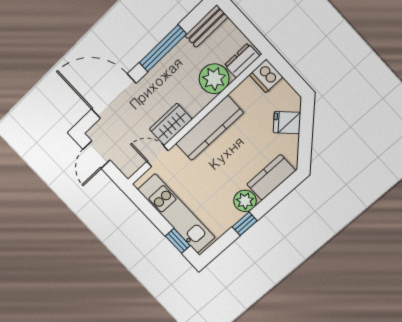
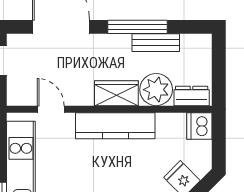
bench: (206, 26) -> (156, 43), moved
wardrobe: (171, 124) -> (116, 93), moved

